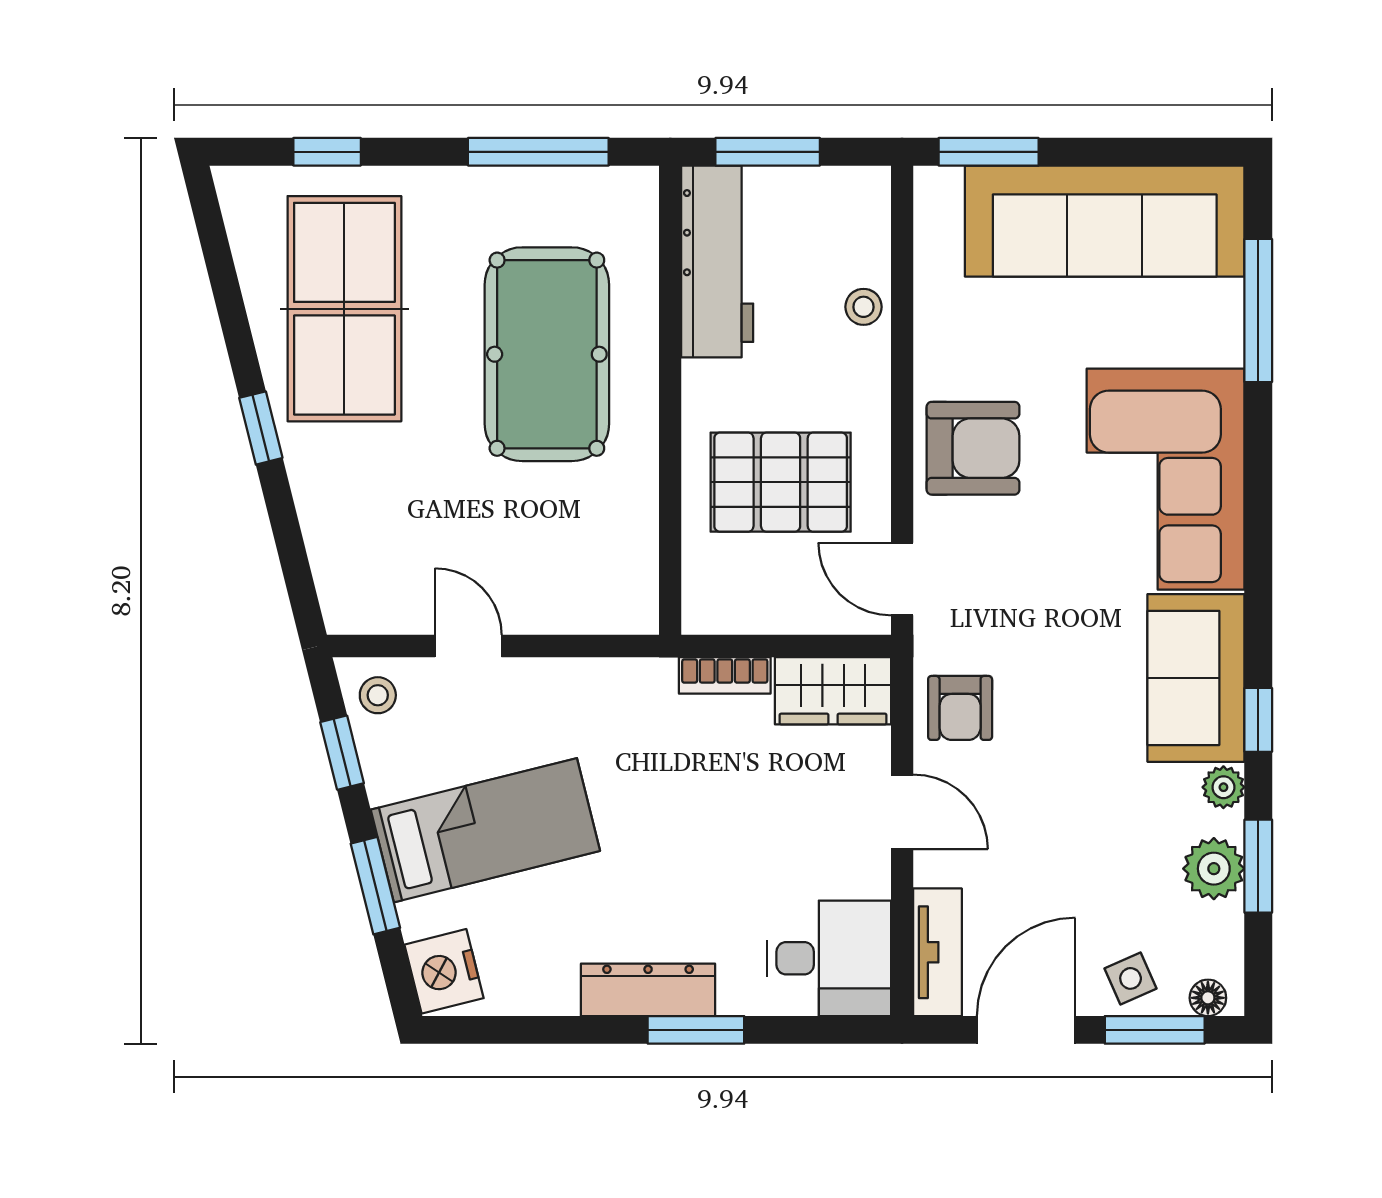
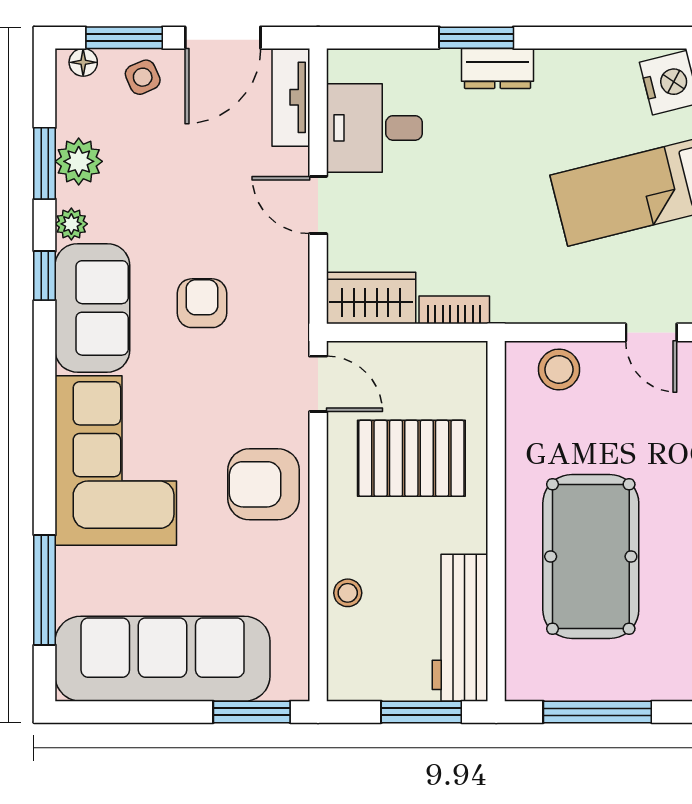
stool: (588, 598) -> (559, 369), added
armchair: (960, 708) -> (202, 303), moved
desk: (829, 958) -> (374, 128), moved
dresser: (648, 990) -> (497, 68), width x0.70

